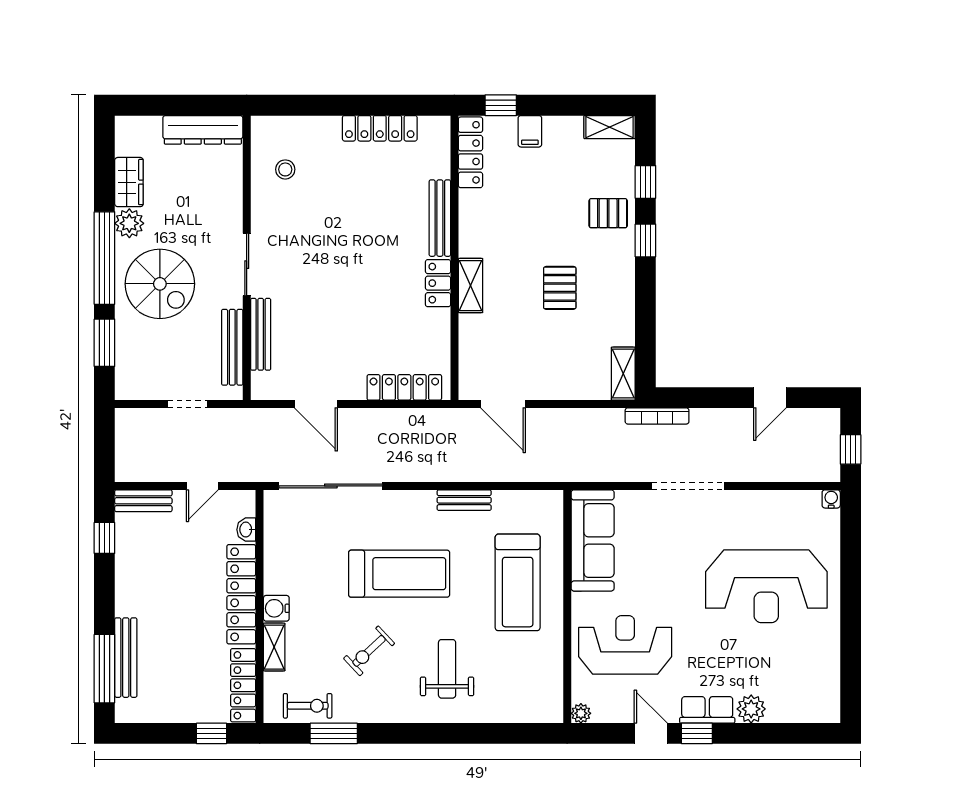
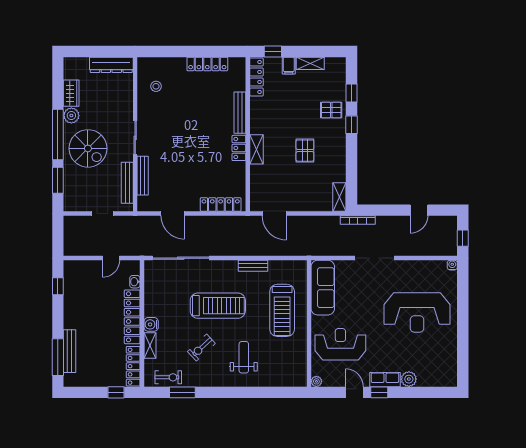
shelving: (610, 127) -> (310, 63), moved
bench: (143, 501) -> (79, 266), removed

